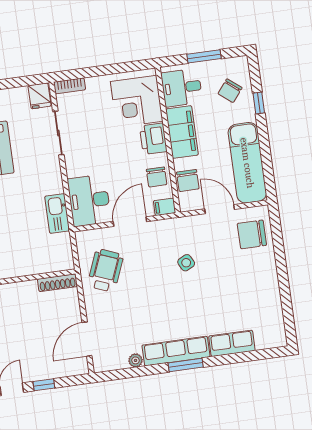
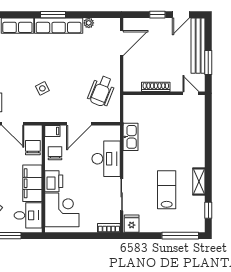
desk: (89, 200) -> (106, 159), moved
shoe rack: (57, 283) -> (156, 87), moved

